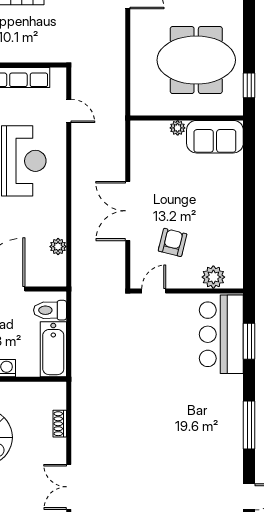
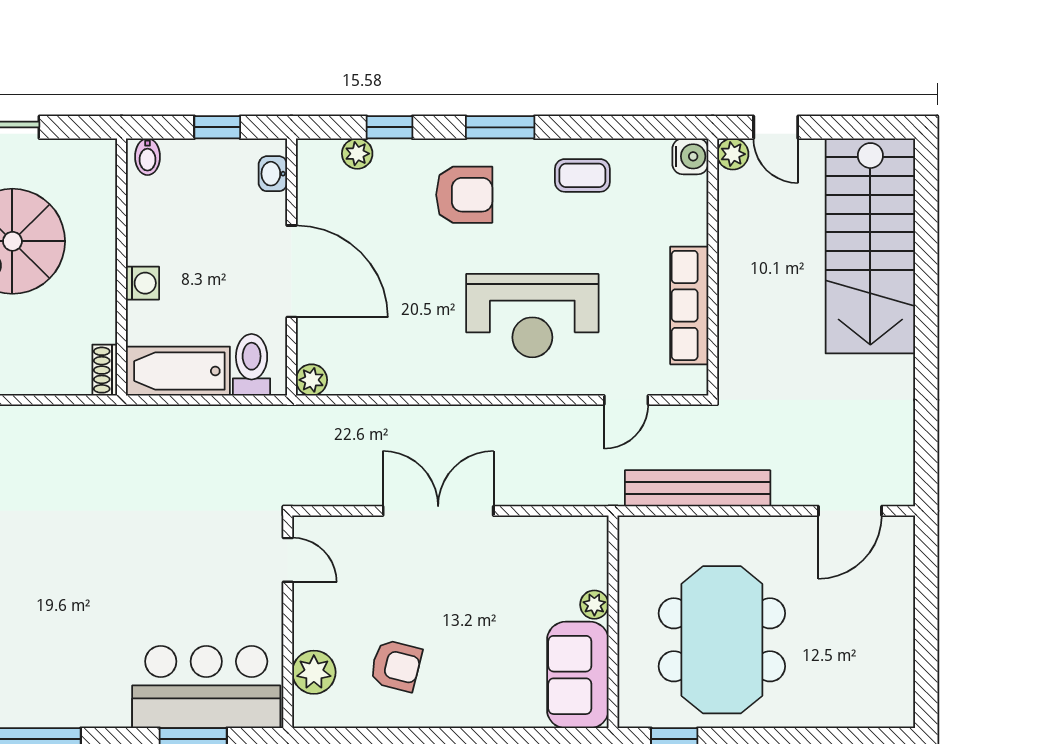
bench: (116, 73) -> (698, 488), added
armchair: (173, 242) -> (396, 666), moved
plant: (58, 247) -> (312, 380), moved
shoe rack: (60, 424) -> (105, 370), moved, turned -90

